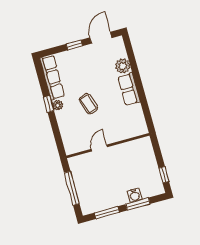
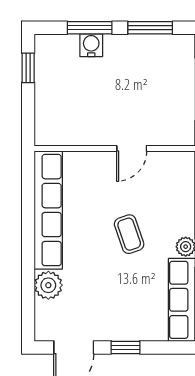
row of seats: (129, 89) -> (48, 210), width x2.02

